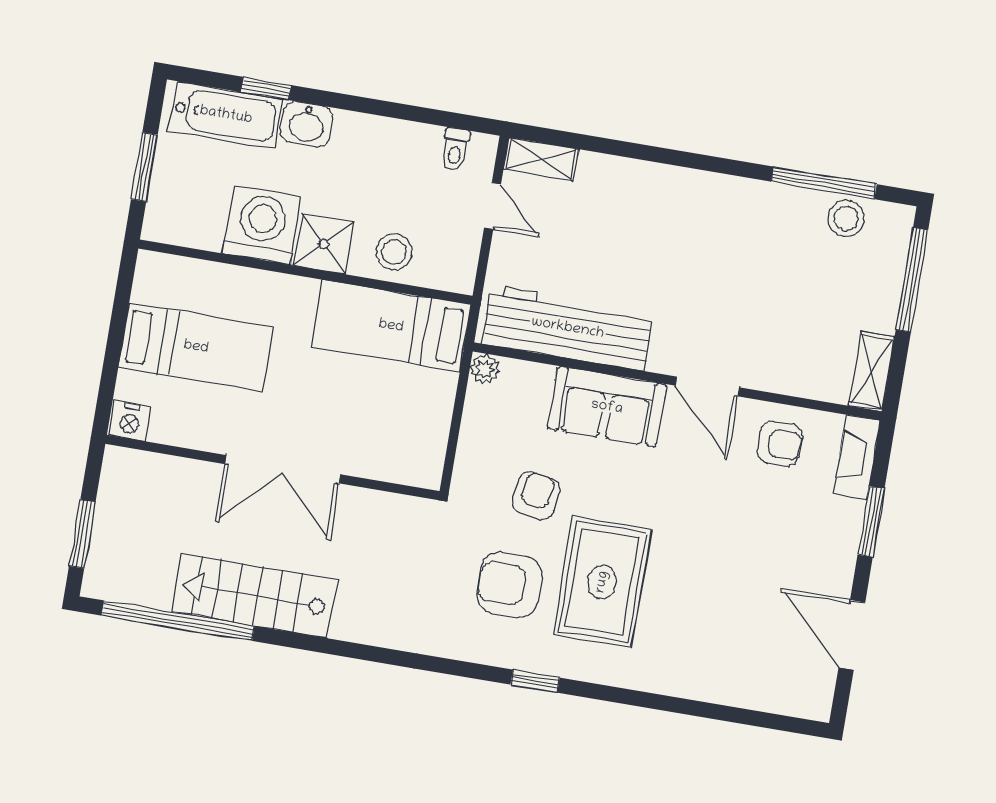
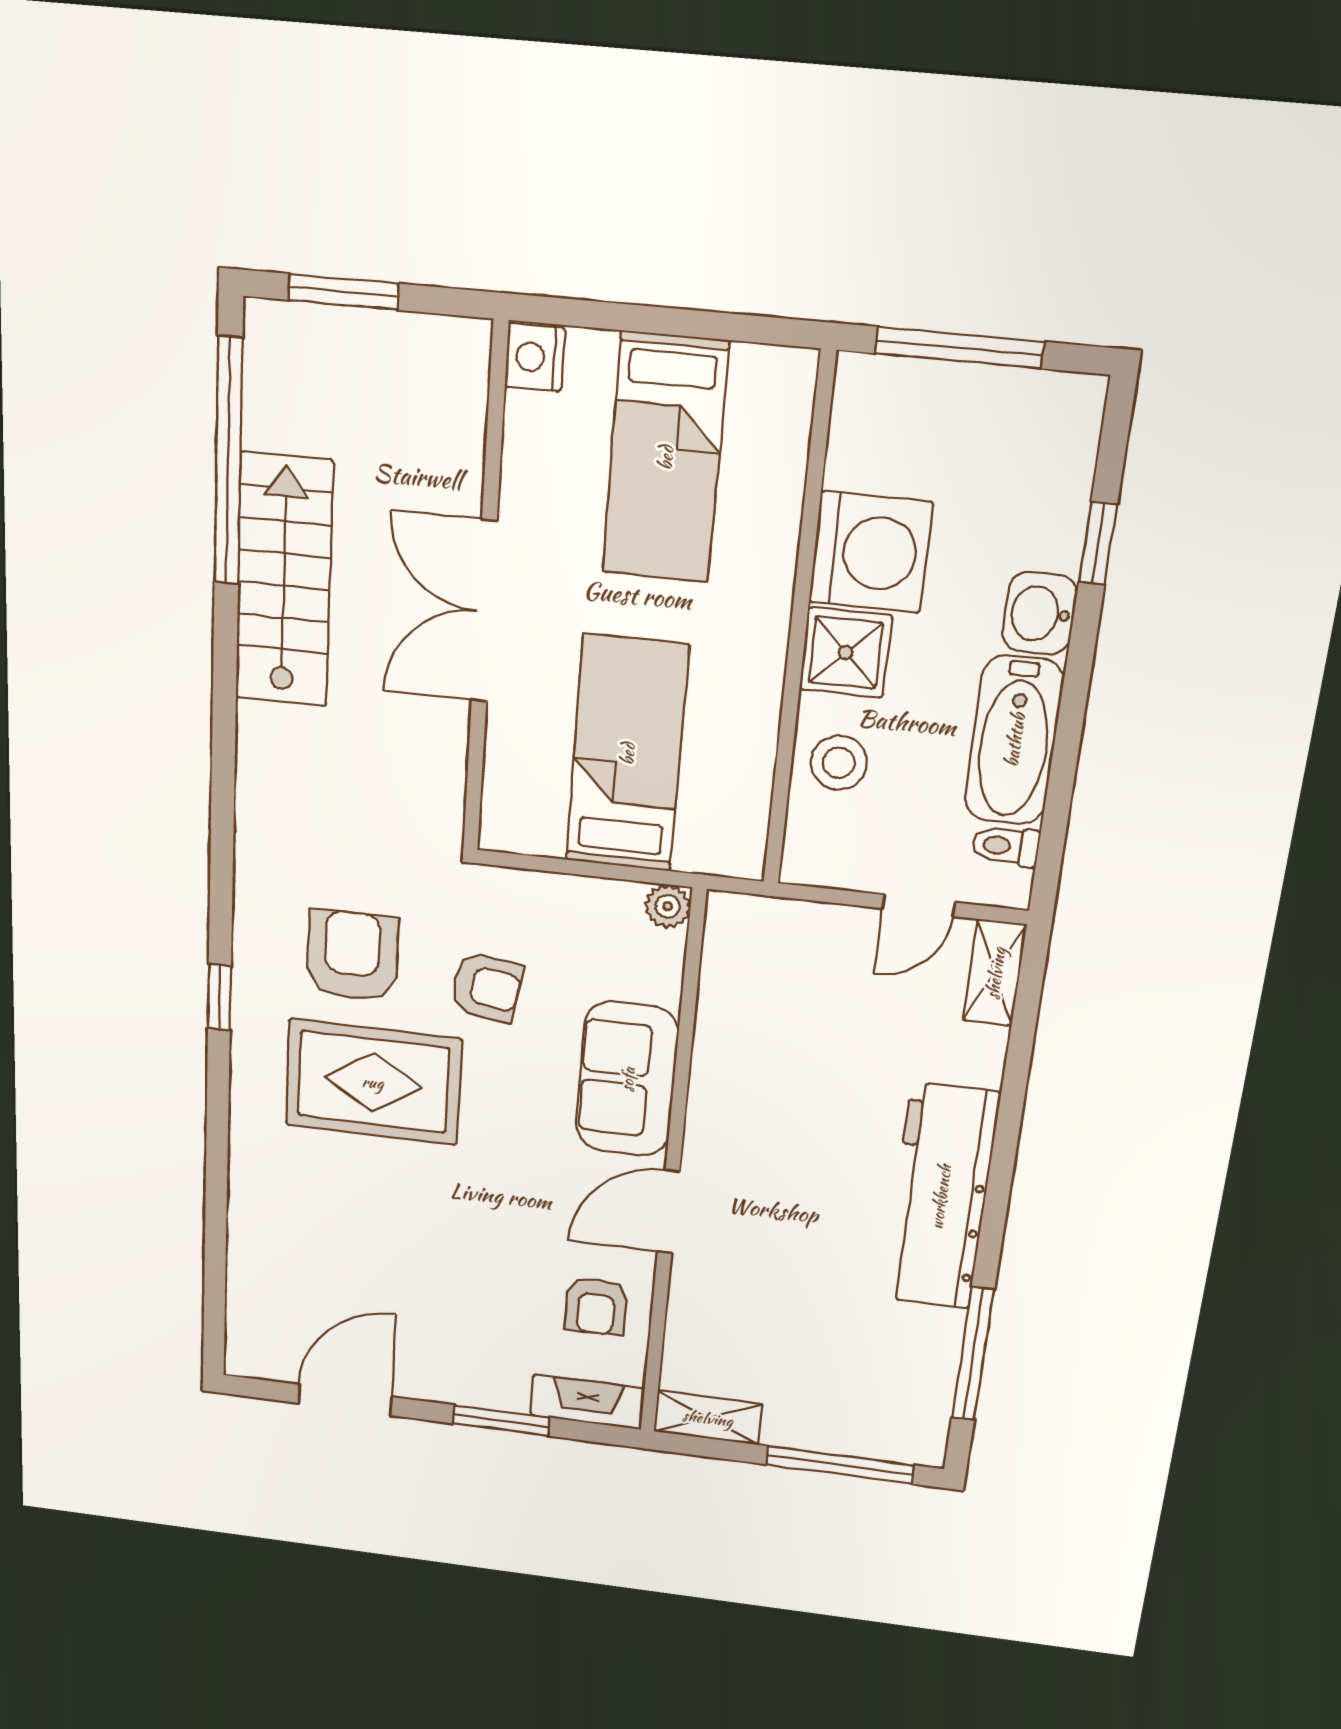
bathtub: (226, 115) -> (1014, 740), moved
window: (144, 167) -> (959, 348), width x1.44
stool: (846, 218) -> (923, 1383), removed
bed: (391, 326) -> (627, 754), moved
workbench: (568, 328) -> (940, 1197), moved, turned 180

